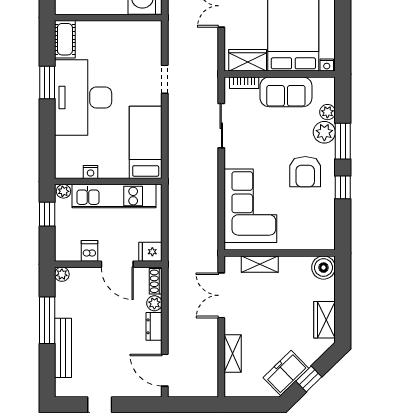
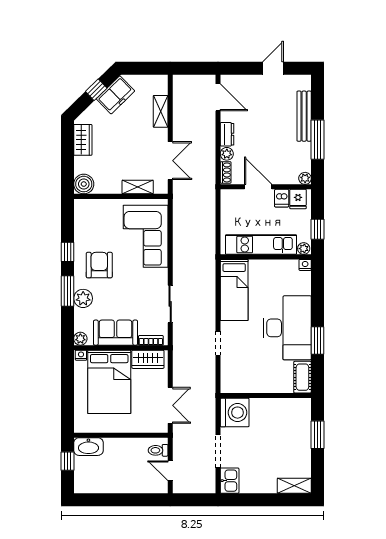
plant: (327, 112) -> (80, 339), moved
nightstand: (91, 172) -> (305, 265), moved
fridge: (150, 252) -> (298, 199), moved, turned 90

